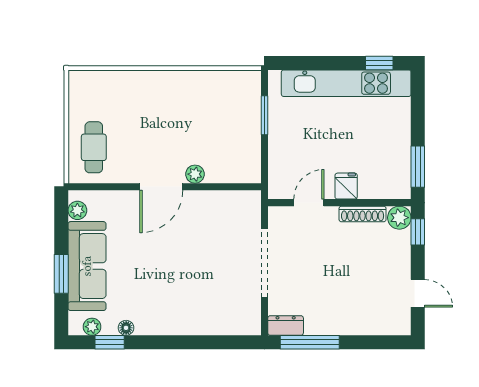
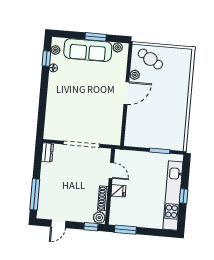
window: (379, 63) -> (184, 196), moved
cafe table: (94, 147) -> (150, 59), turned 31
plant: (195, 174) -> (135, 75), moved
door: (161, 187) -> (126, 93), swing flipped
window: (61, 274) -> (96, 37), moved
window: (310, 342) -> (35, 194), moved

